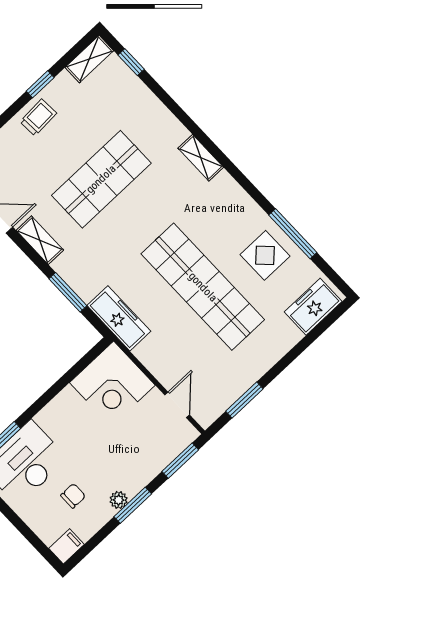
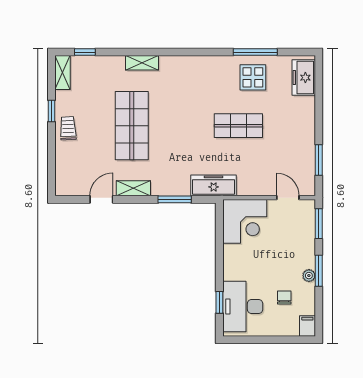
shelving: (201, 158) -> (142, 63), moved
shop shelf: (203, 287) -> (238, 126), width x0.50, depth x0.74

